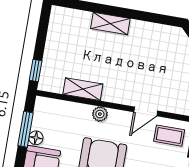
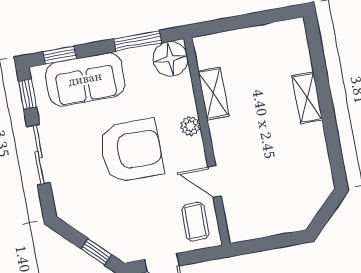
window: (36, 70) -> (215, 27), removed
floor lamp: (36, 138) -> (170, 59), moved, width x1.89, depth x1.89

